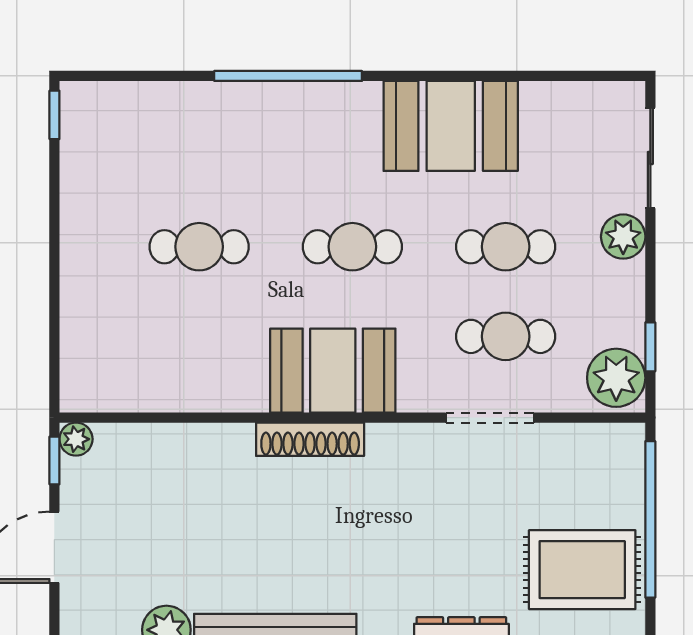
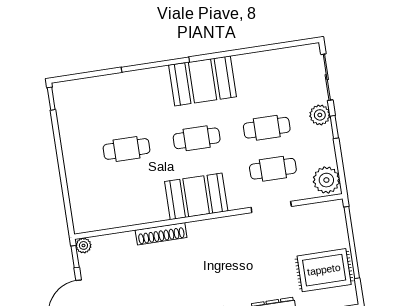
booth: (451, 126) -> (202, 81), moved
window: (650, 347) -> (334, 127), moved
shoe rack: (310, 439) -> (161, 234), moved

